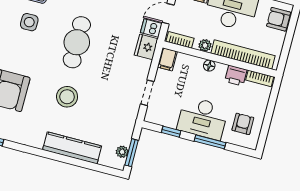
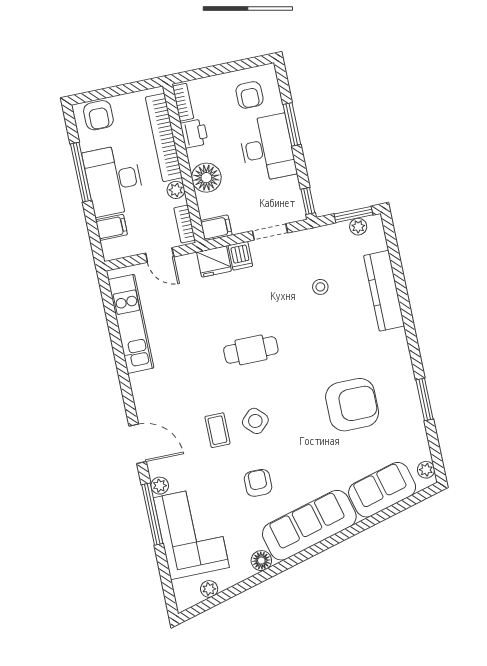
side table: (29, 22) -> (255, 421), turned 45
dishwasher: (151, 28) -> (240, 256), moved
cafe table: (77, 42) -> (251, 350), width x0.73, depth x0.74
floor lamp: (209, 66) -> (206, 178), width x1.89, depth x1.89
stool: (67, 97) -> (320, 287), moved, width x0.53, depth x0.53
armchair: (243, 124) -> (250, 95), turned -90
window: (171, 132) -> (308, 201), moved

